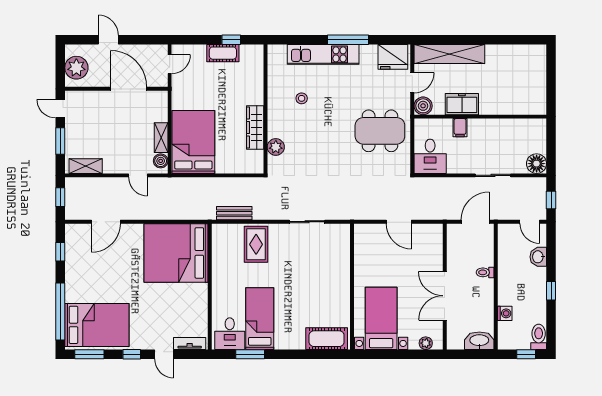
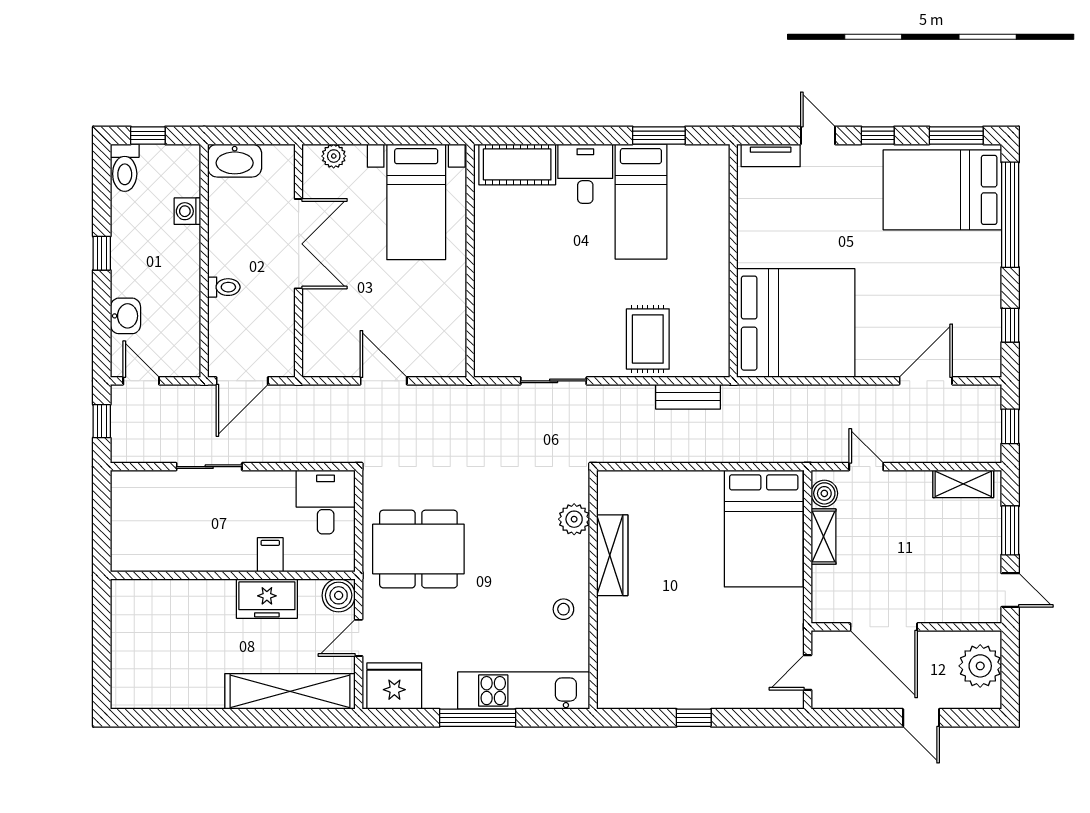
cot: (223, 53) -> (709, 693), removed
wall: (265, 109) -> (593, 590), moved
wardrobe: (255, 128) -> (612, 555), moved
plant: (276, 147) -> (574, 519), moved
floor lamp: (537, 164) -> (129, 488), removed
desk: (230, 334) -> (585, 174), moved

